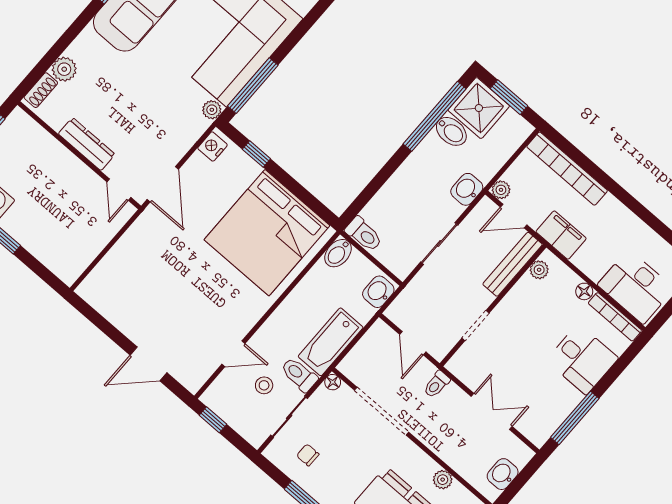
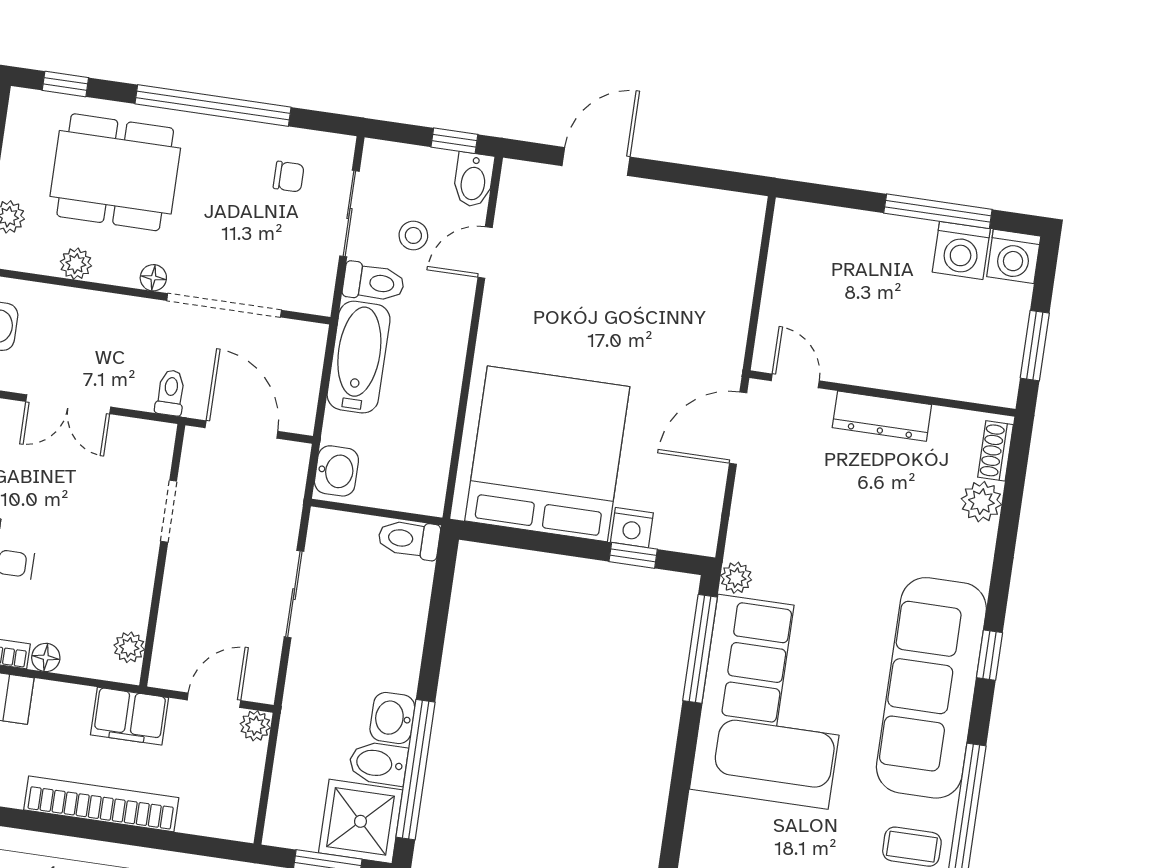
nightstand: (213, 146) -> (632, 528), moved, turned 90
bookcase: (567, 169) -> (101, 804), moved
door: (163, 184) -> (738, 428), hinge flipped
washbasin: (467, 189) -> (392, 718), moved, turned 180
bidet: (338, 253) -> (473, 180), moved, turned 180
bench: (512, 264) -> (172, 631), removed
door: (413, 343) -> (241, 430), width x1.38
floor lamp: (333, 382) -> (153, 278), moved

